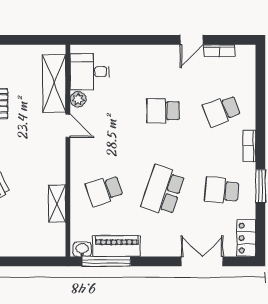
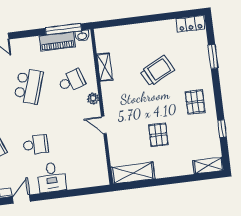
desk: (90, 72) -> (52, 177), moved, turned 90
shelving: (54, 84) -> (133, 173), moved, turned 90
plant: (78, 99) -> (93, 98), moved

